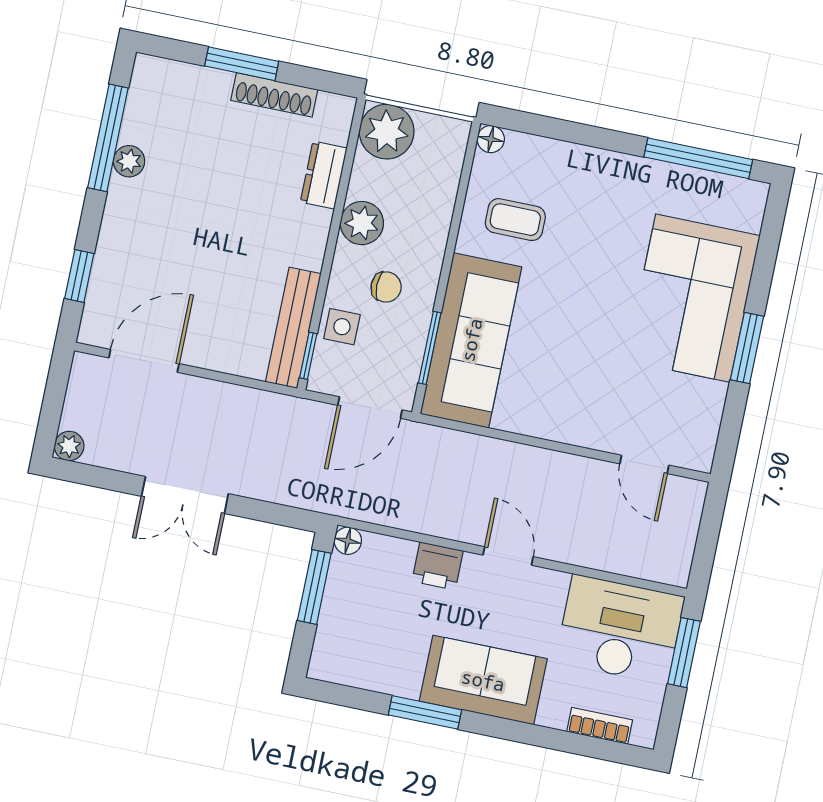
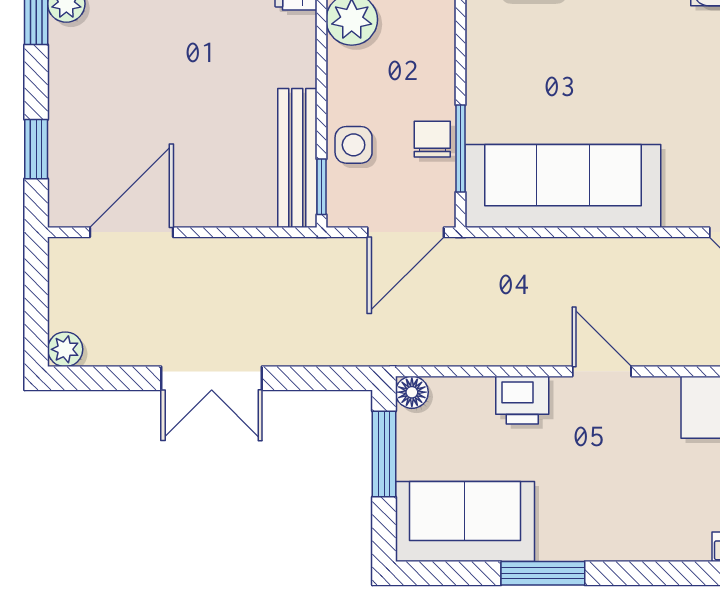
chair: (386, 287) -> (432, 139), moved, turned -90
sofa: (471, 340) -> (563, 186), moved, turned -90
sofa: (483, 680) -> (465, 521), moved

